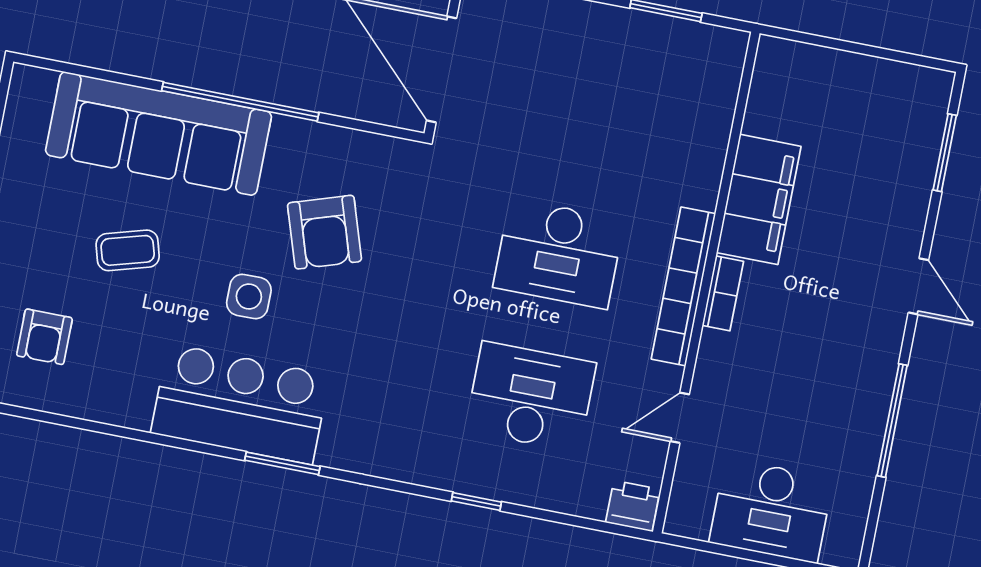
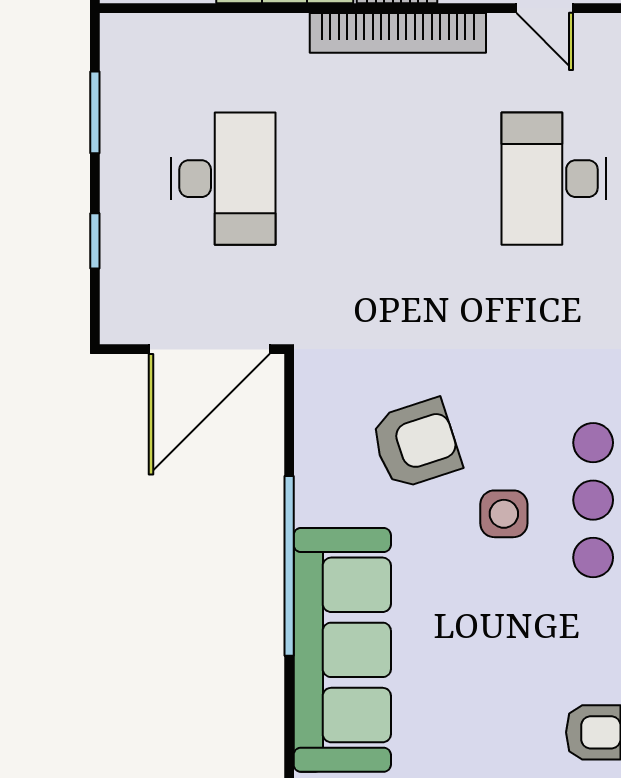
coffee table: (128, 250) -> (479, 659), removed
desk: (559, 254) -> (223, 179), moved

